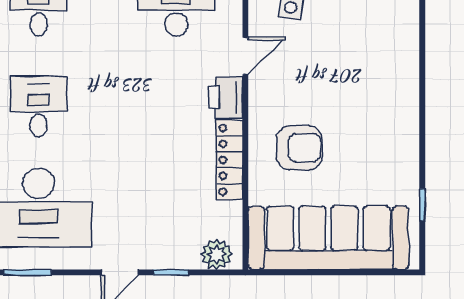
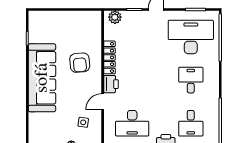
desk: (39, 107) -> (191, 80), turned 180
armchair: (299, 148) -> (80, 63), turned -95
sofa: (328, 238) -> (42, 78), moved, turned -90

